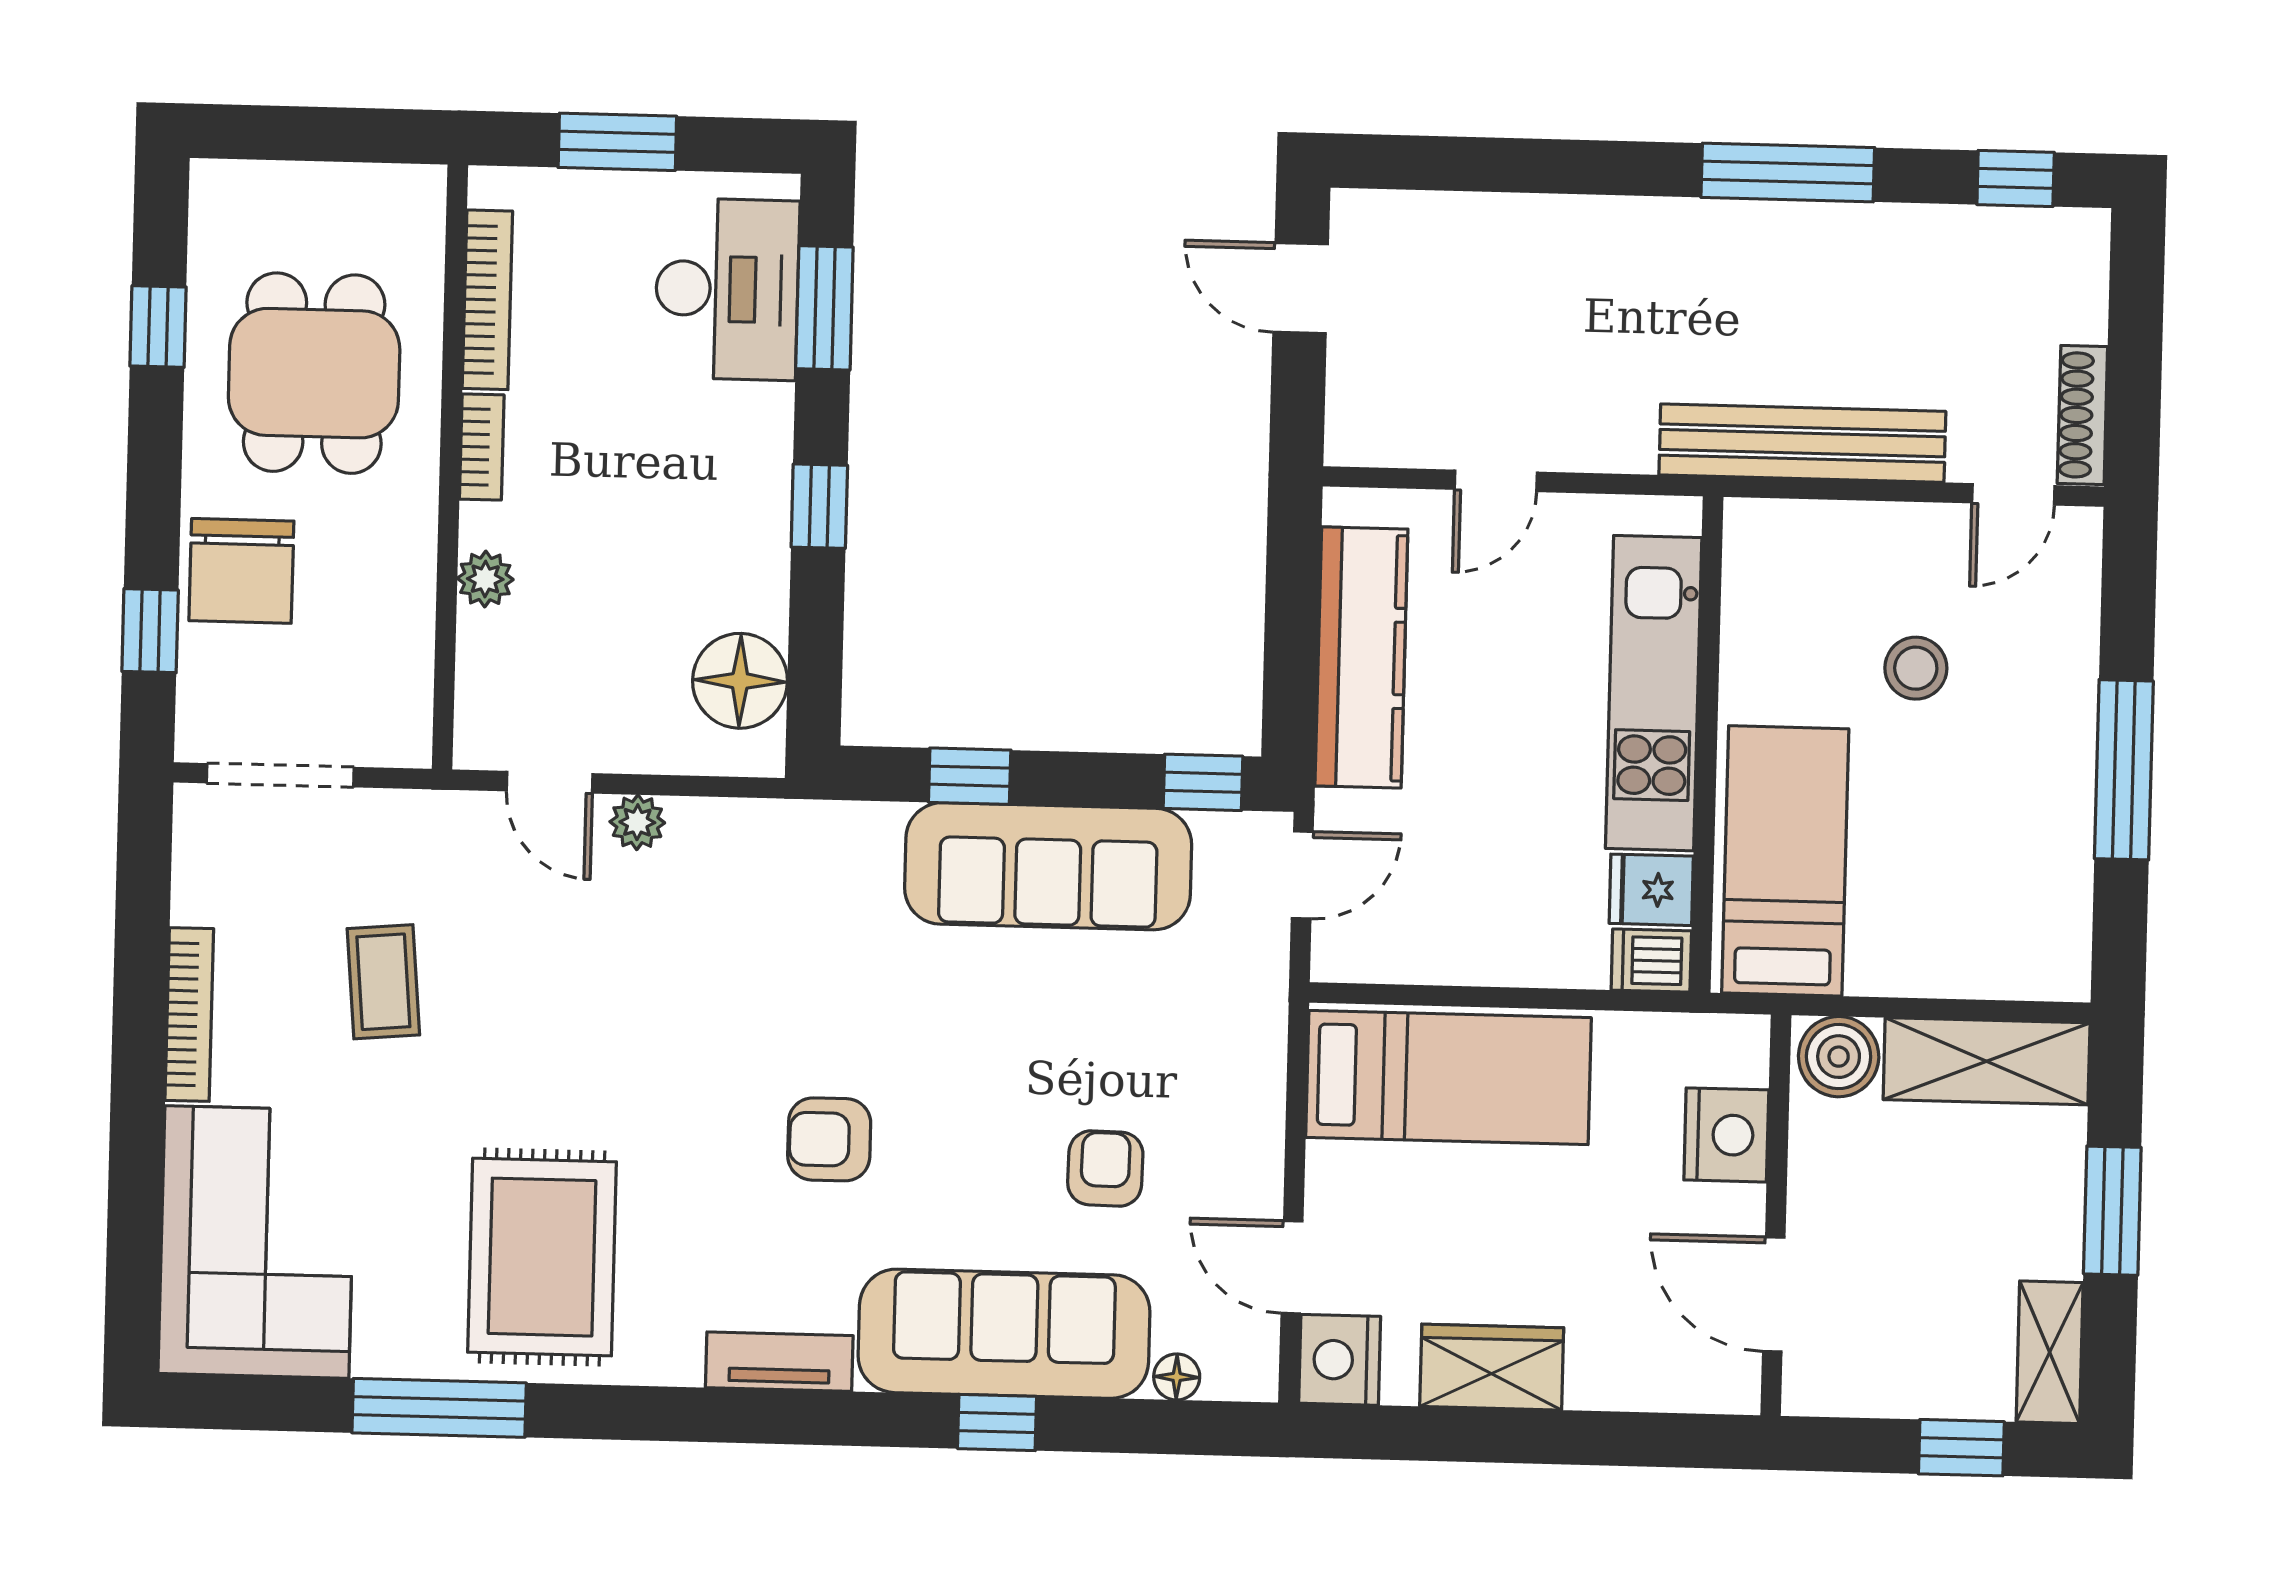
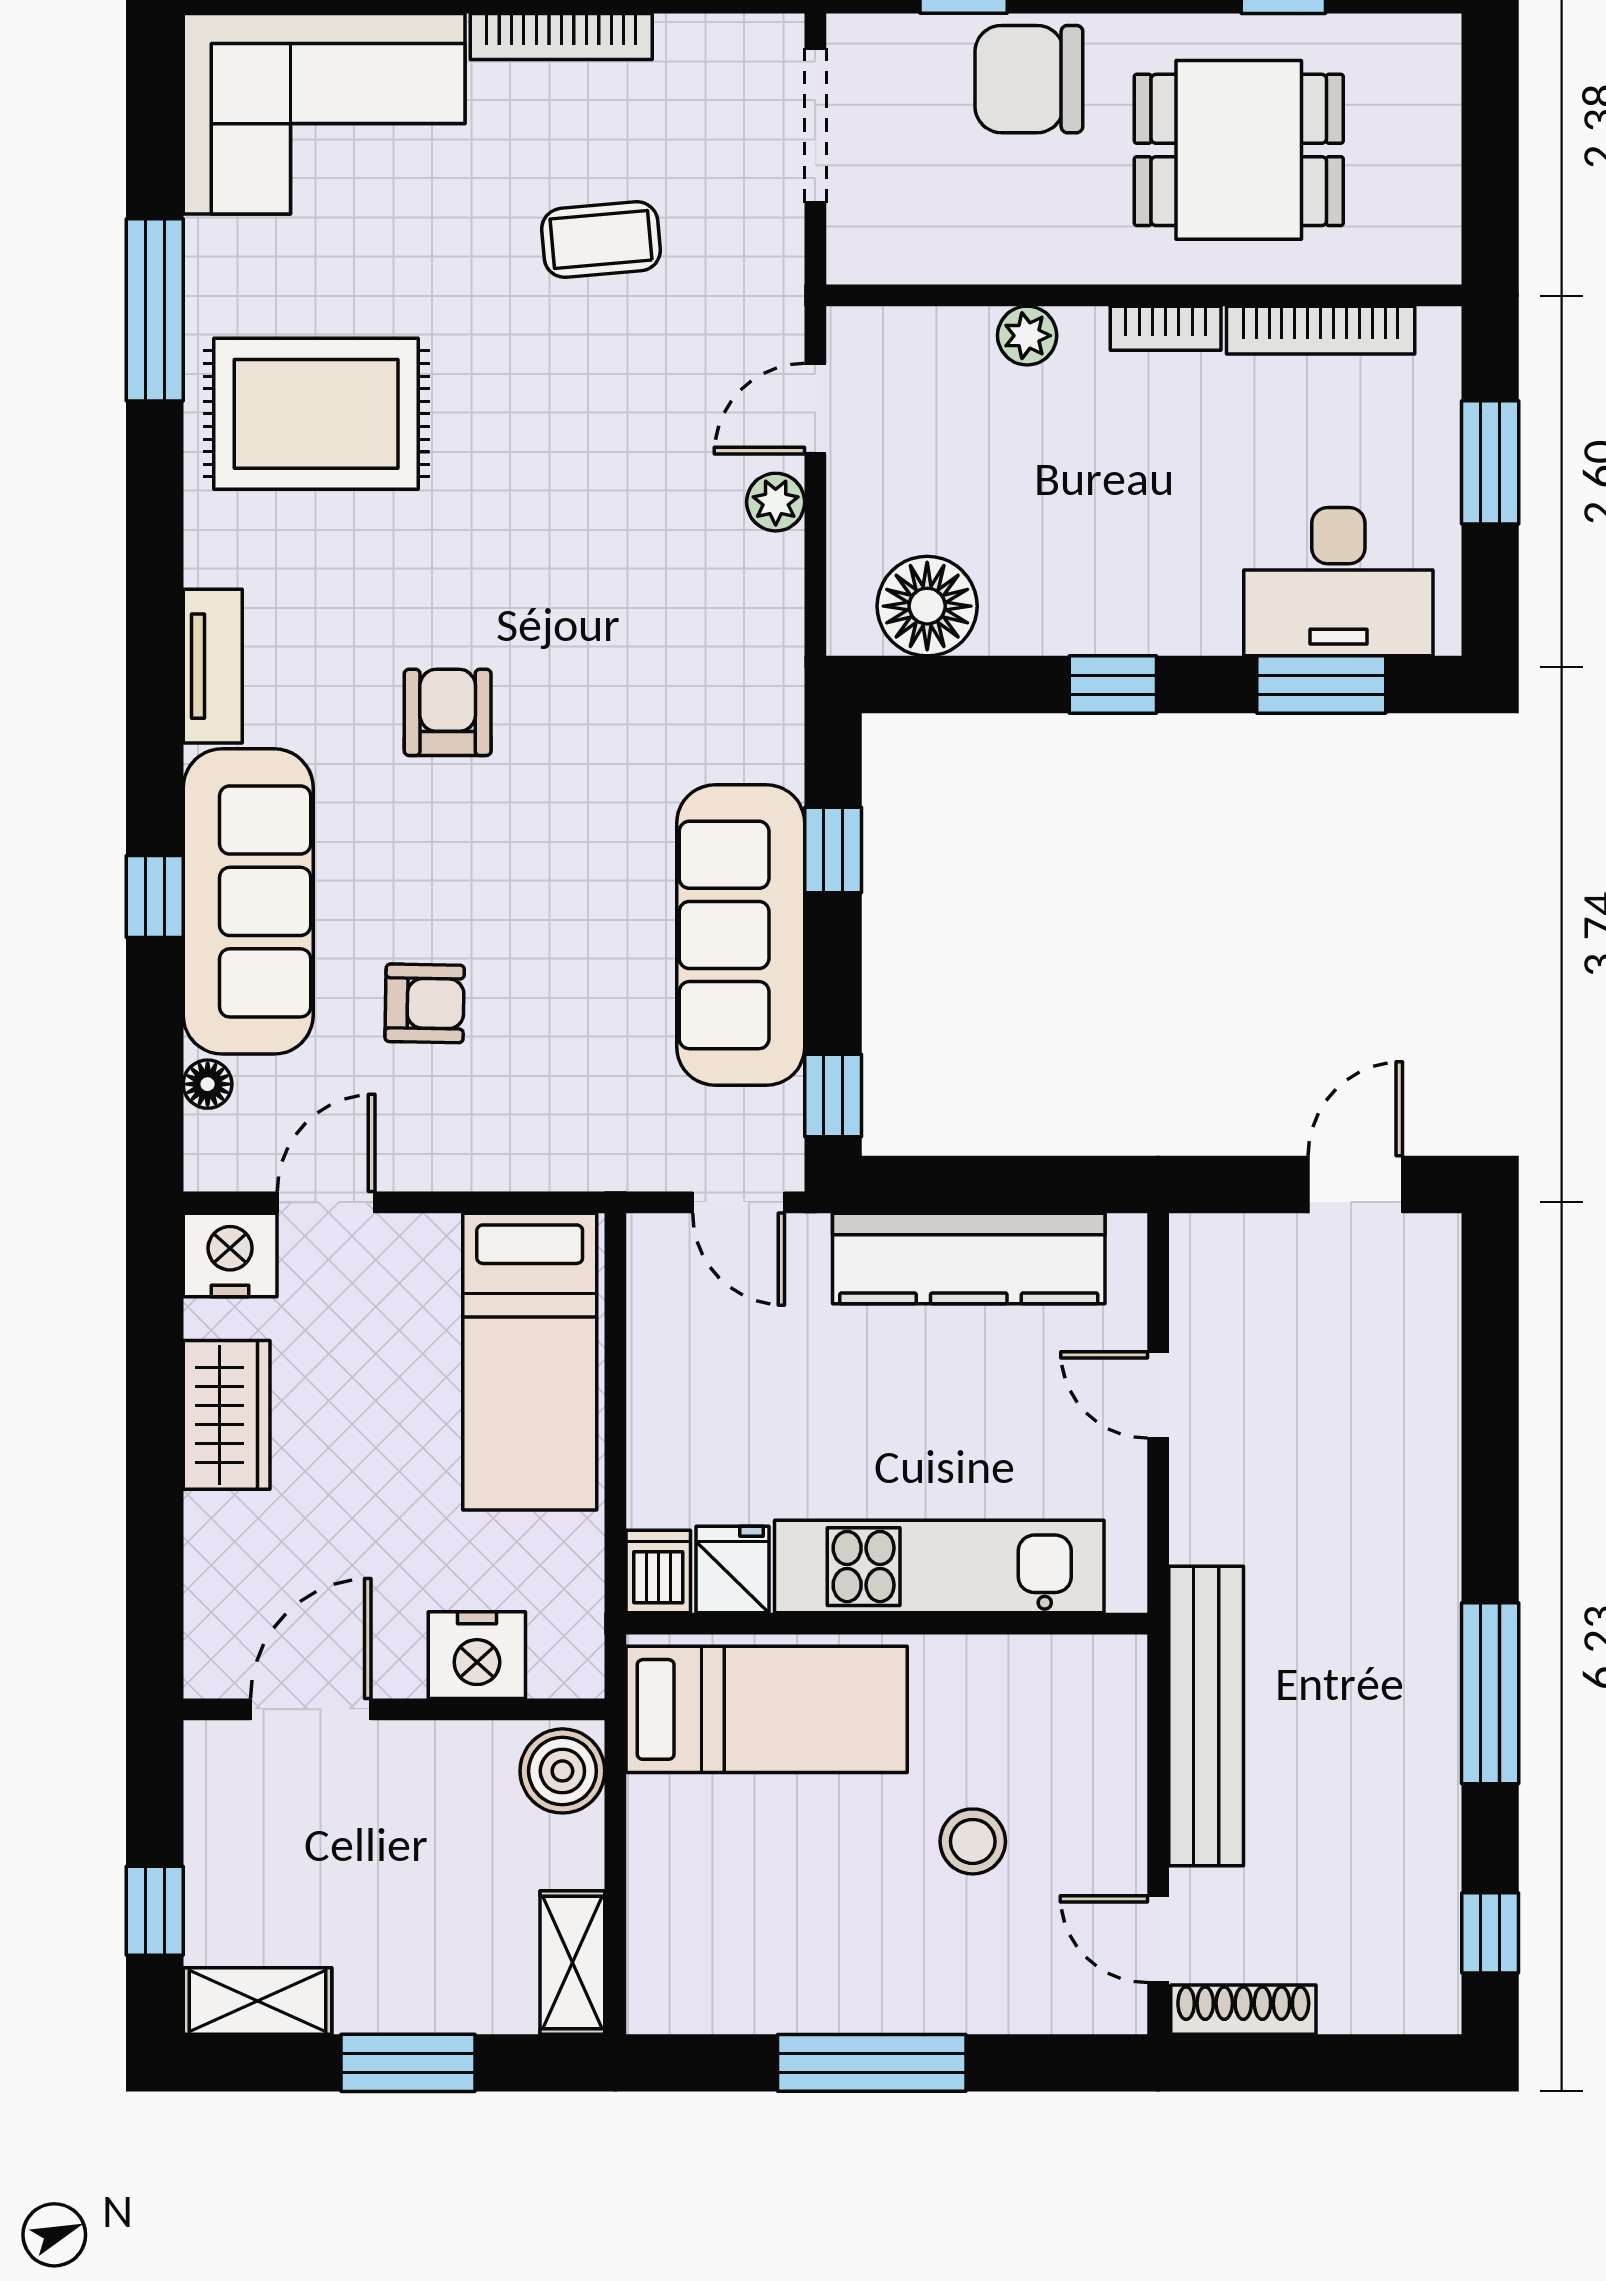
shelving: (1987, 1061) -> (572, 1962), width x0.67, depth x0.75

